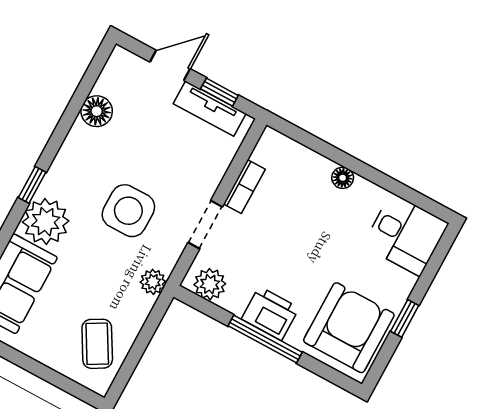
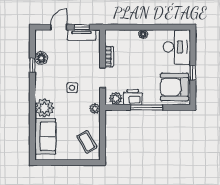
window: (32, 185) -> (32, 65), moved
side table: (128, 211) -> (72, 88), width x0.54, depth x0.54
desk: (406, 234) -> (177, 47), width x1.37
printer: (270, 313) -> (133, 97), moved
armchair: (349, 328) -> (174, 87), turned -90

